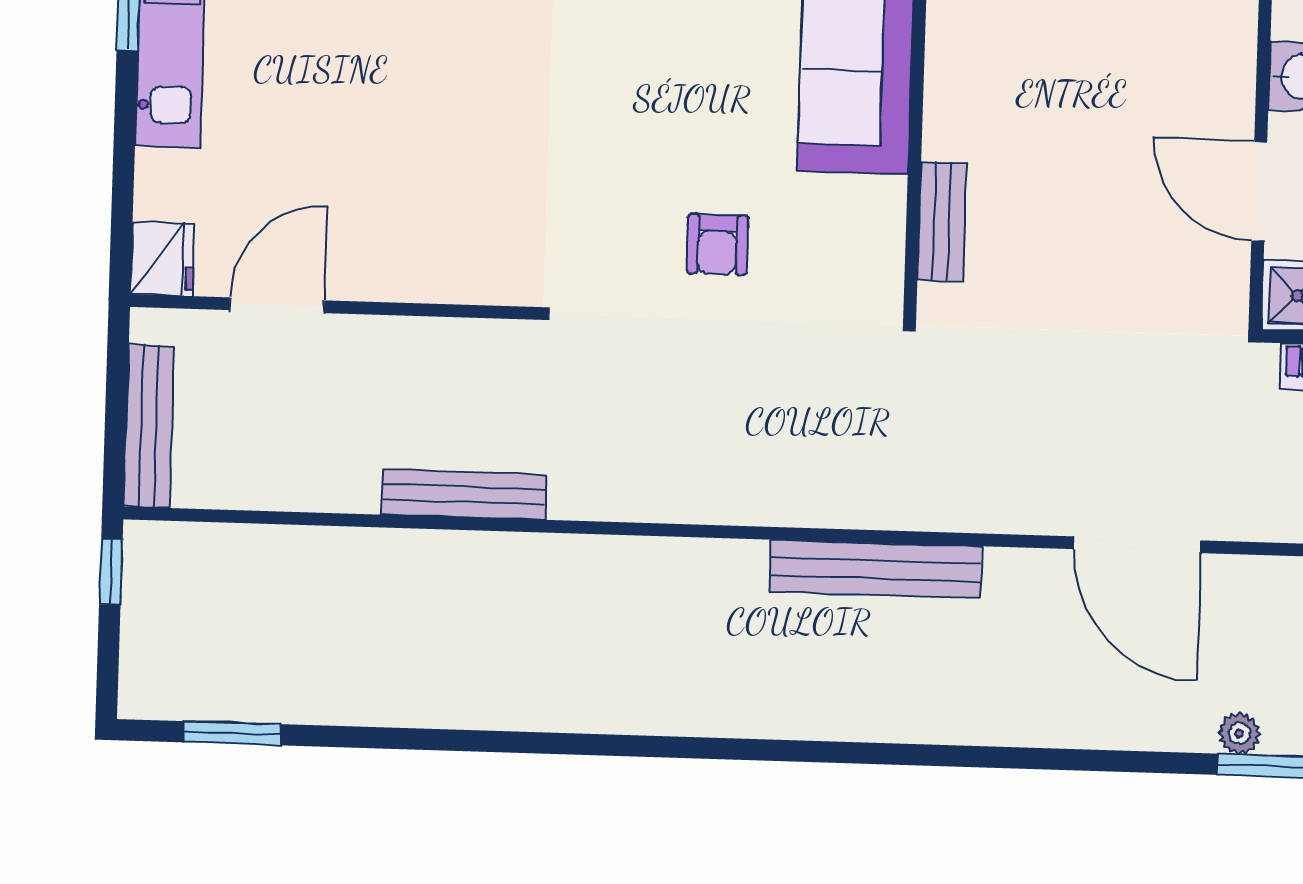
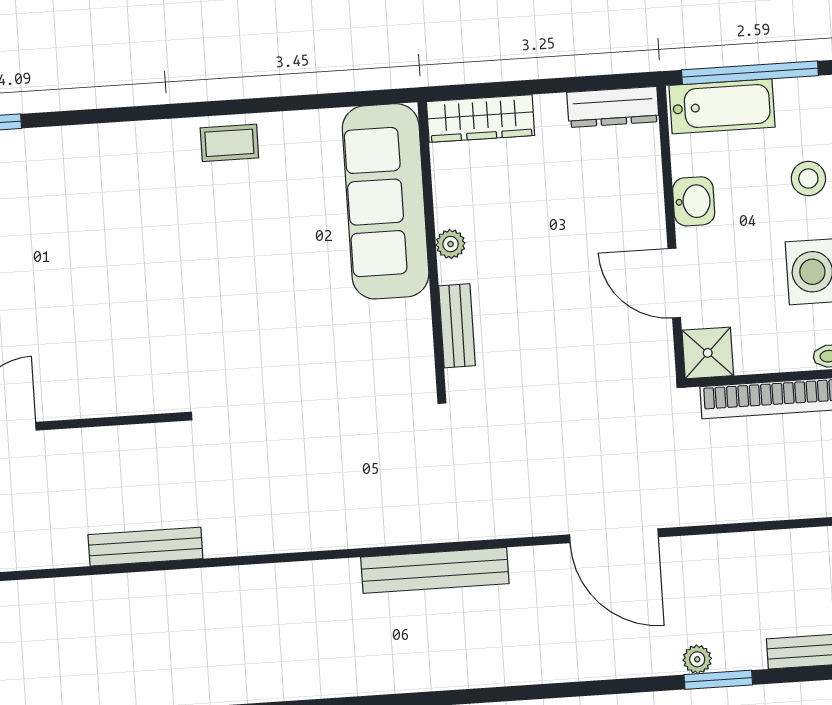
plant: (944, 104) -> (451, 244), added
armchair: (717, 244) -> (303, 357), removed

